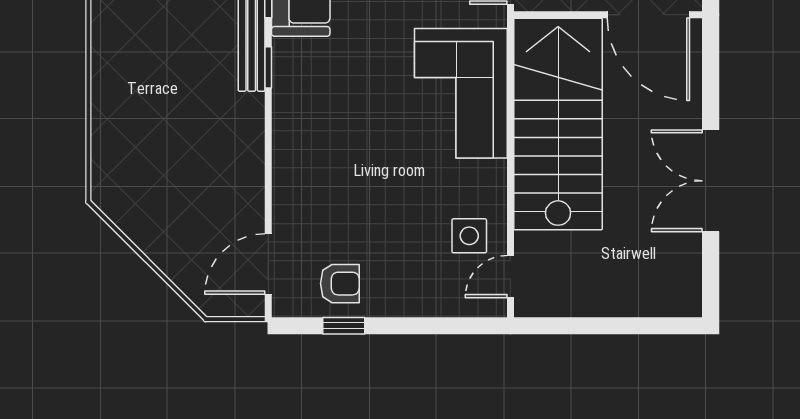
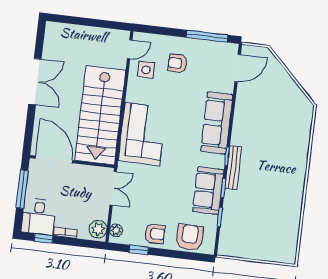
sofa: (300, 137) -> (217, 123), added
armchair: (340, 284) -> (178, 63), moved
window: (344, 326) -> (207, 36), width x2.17

